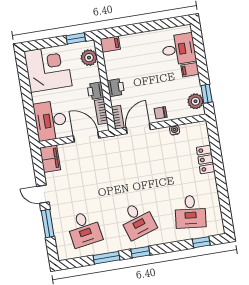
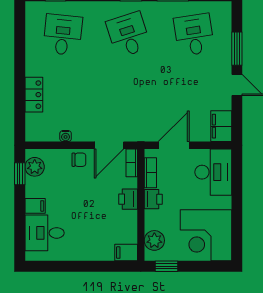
door: (86, 137) -> (174, 145), swing flipped

